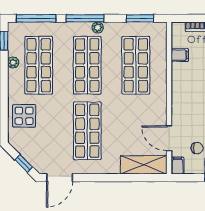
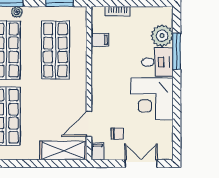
door: (169, 138) -> (89, 124), hinge flipped

